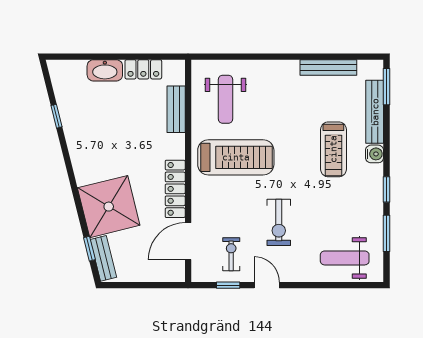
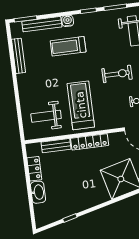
weight bench: (225, 99) -> (46, 116), turned 180
treadmill: (333, 149) -> (68, 46), turned 180
locker: (175, 189) -> (90, 142), moved

